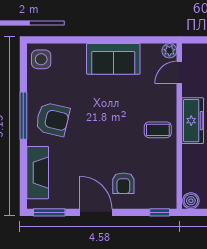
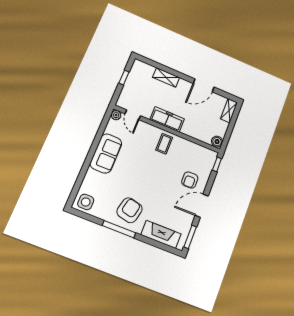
armchair: (123, 183) -> (190, 180), turned 89

